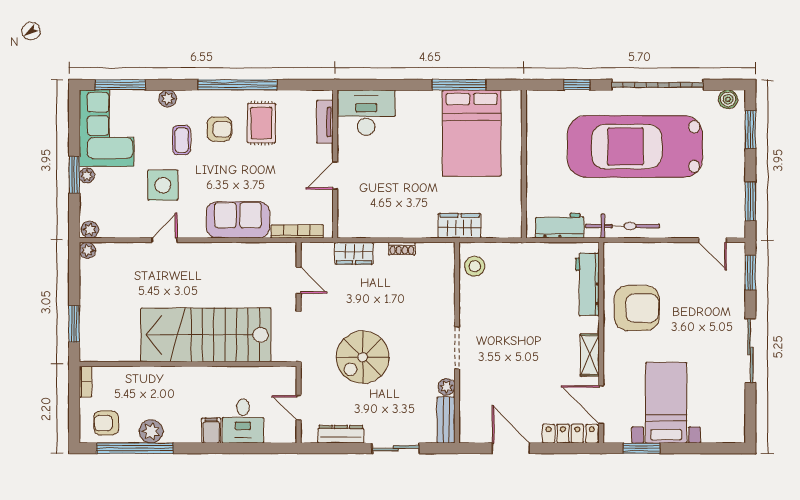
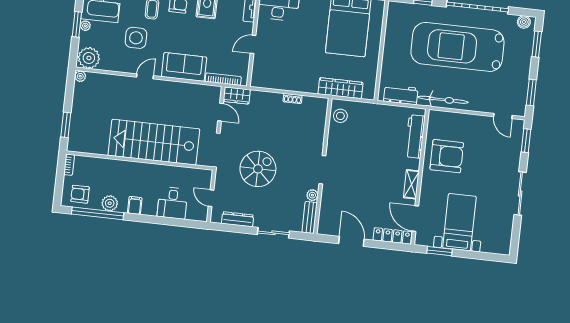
wardrobe: (460, 226) -> (340, 88), width x1.50
plant: (90, 230) -> (89, 58), width x1.87, depth x1.87
door: (164, 240) -> (145, 76), moved
wardrobe: (354, 253) -> (237, 95), moved
spiral stairs: (363, 357) -> (258, 169), turned 180
filing cabinet: (211, 431) -> (135, 205), moved

